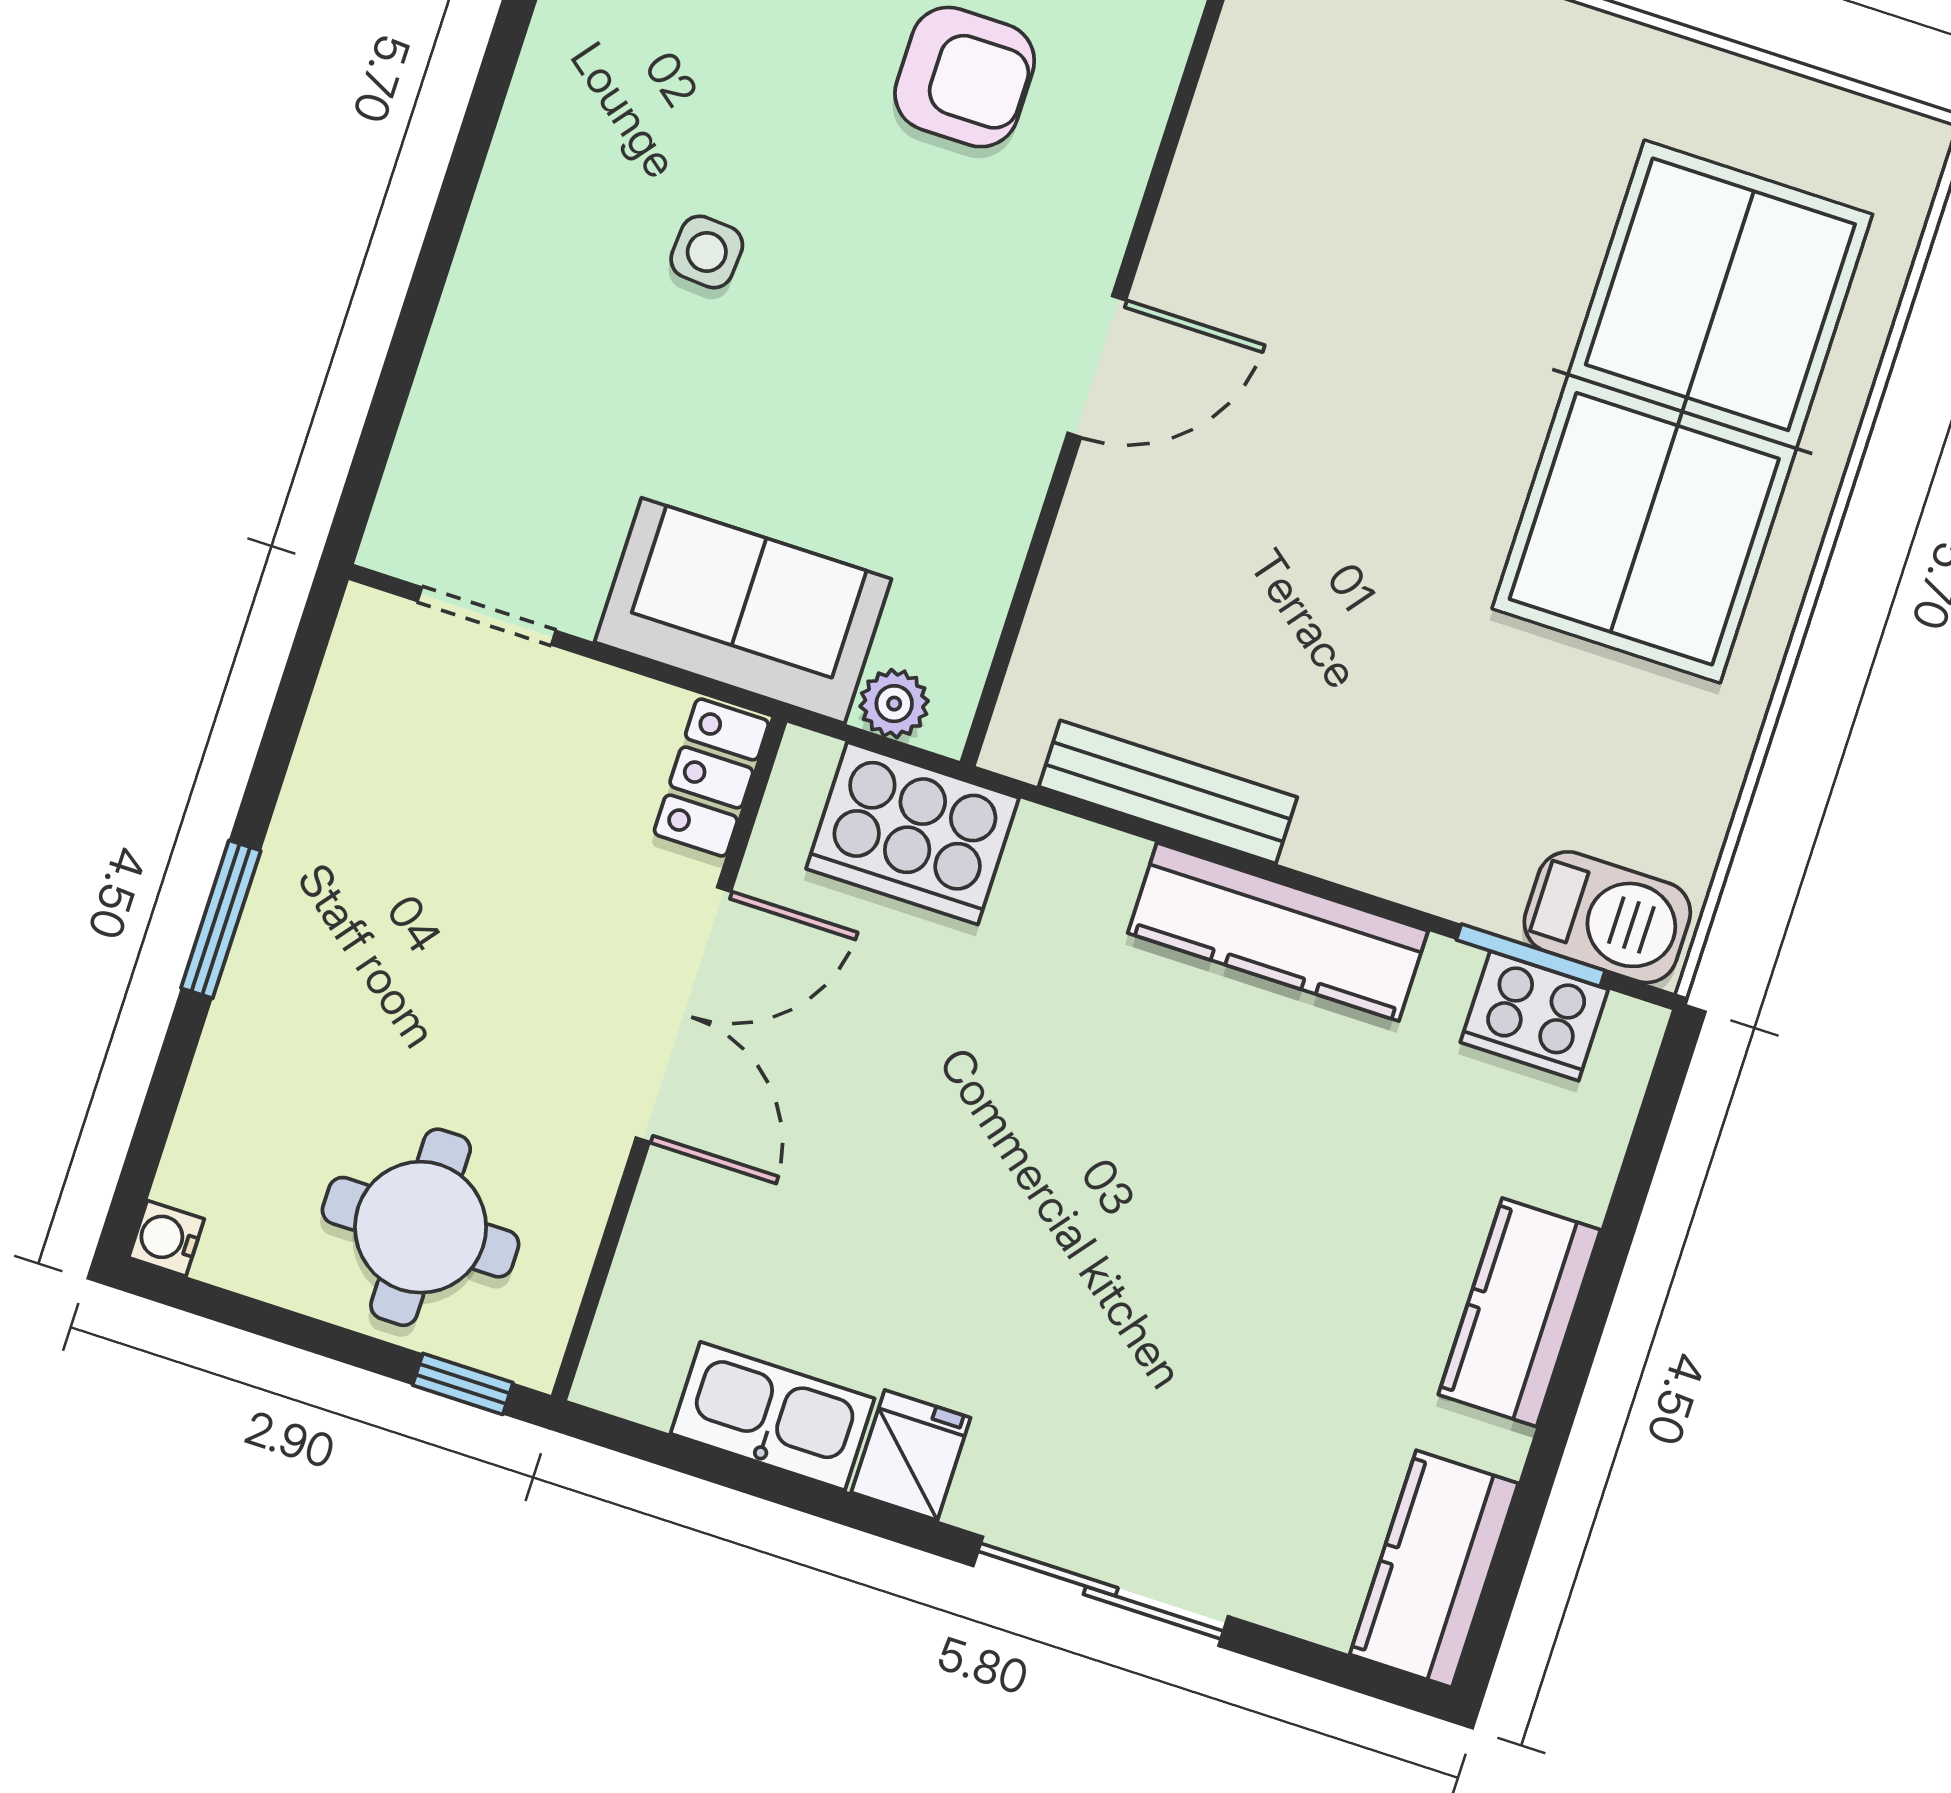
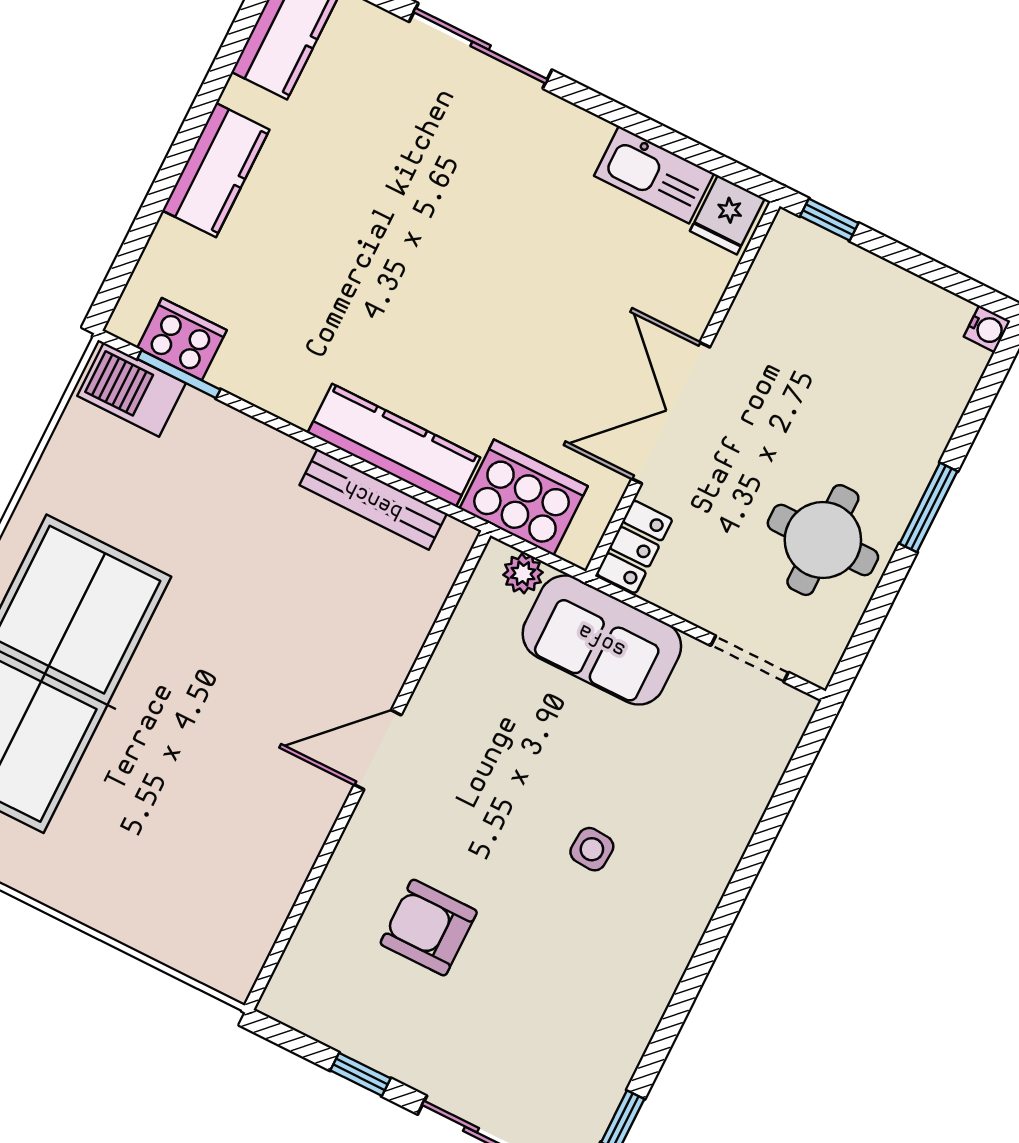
kitchen counter: (1278, 932) -> (394, 445), moved
round table: (421, 1227) -> (823, 540), moved
fridge: (911, 1455) -> (727, 215), moved

